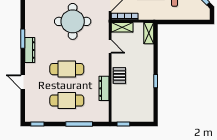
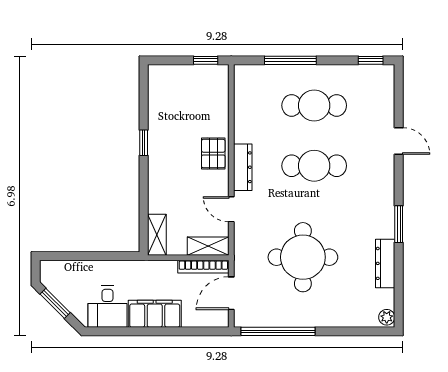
dresser: (30, 50) -> (385, 263), moved
dresser: (104, 88) -> (243, 167), moved

